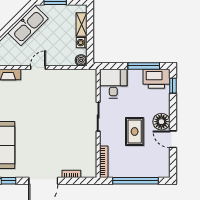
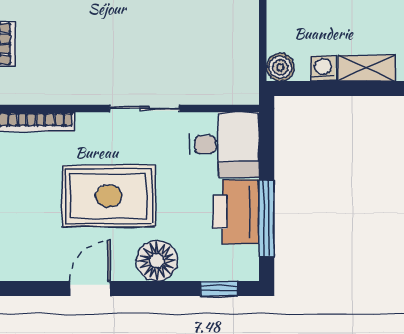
printer: (156, 79) -> (236, 212), moved
floor lamp: (161, 122) -> (157, 261), moved
rug: (135, 132) -> (109, 196), width x1.36, depth x1.43

